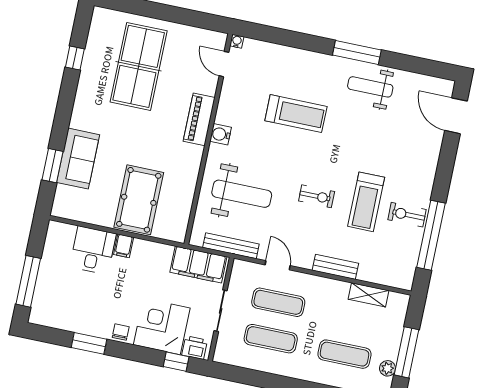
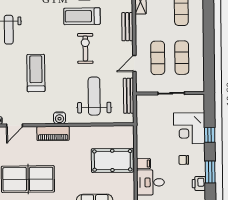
exercise bike: (317, 196) -> (85, 48), width x1.38, depth x1.39
treadmill: (366, 202) -> (82, 16), turned 180
filing cabinet: (198, 265) -> (145, 114), removed
chair: (121, 332) -> (184, 160), moved
printer: (195, 348) -> (199, 183), moved
window: (176, 362) -> (210, 135), moved

